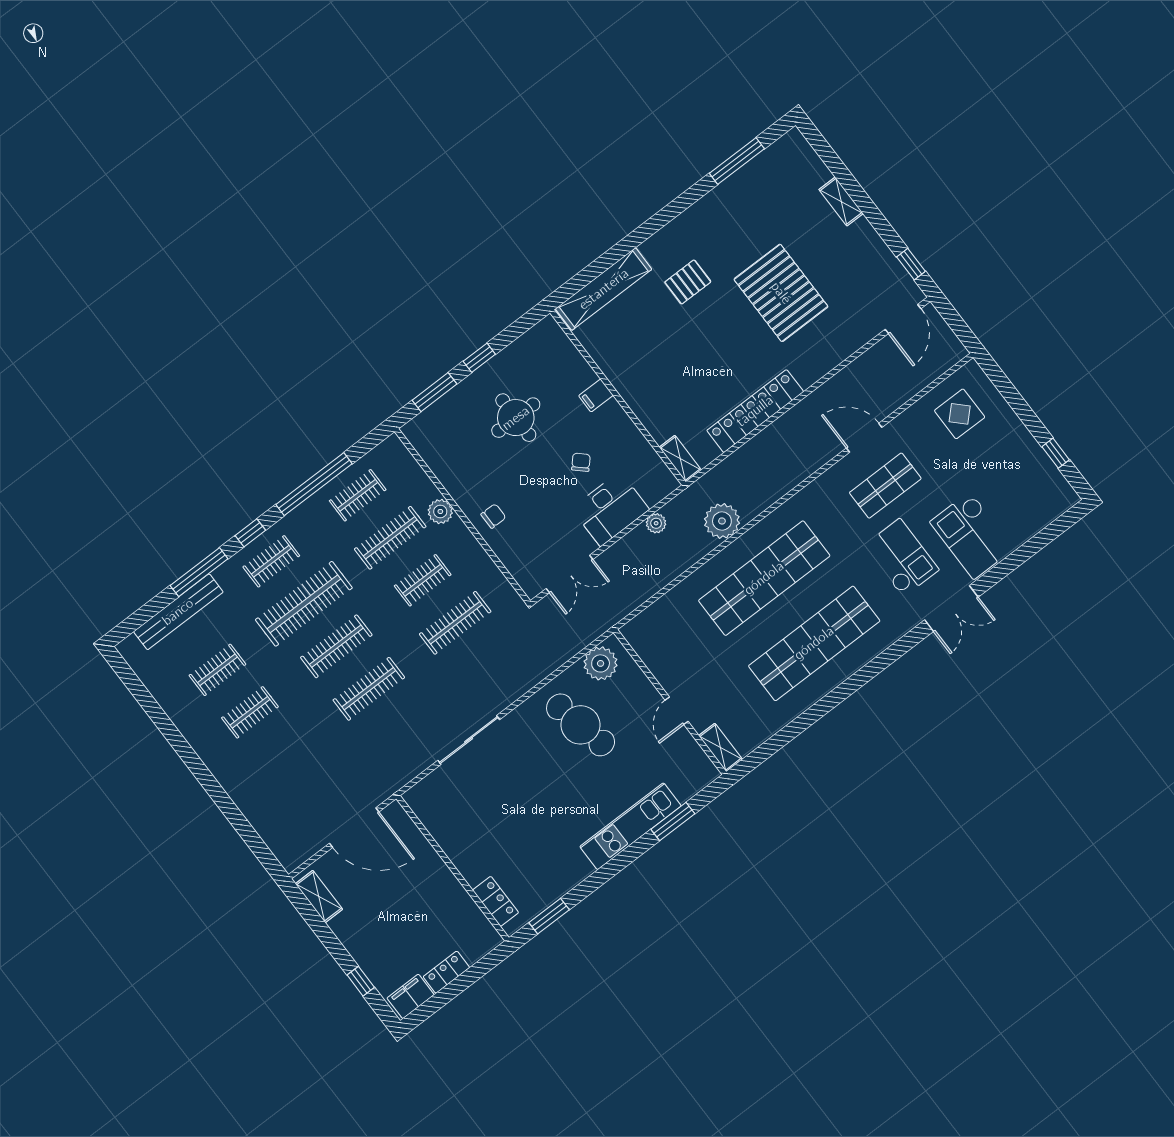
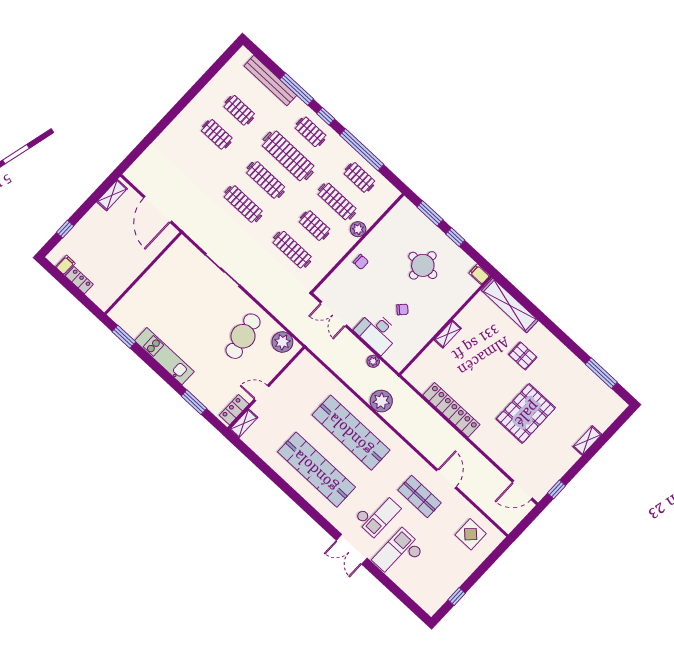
filing cabinet: (596, 395) -> (479, 274), moved
shelving: (680, 459) -> (448, 334), moved
kitchen unit: (630, 826) -> (164, 356), moved
locker: (496, 901) -> (234, 410), moved, turned 180
filing cabinet: (411, 996) -> (65, 265), width x0.50

